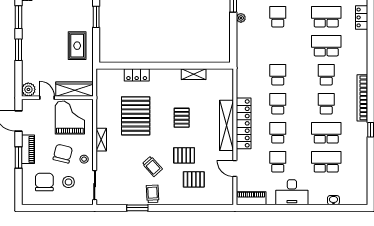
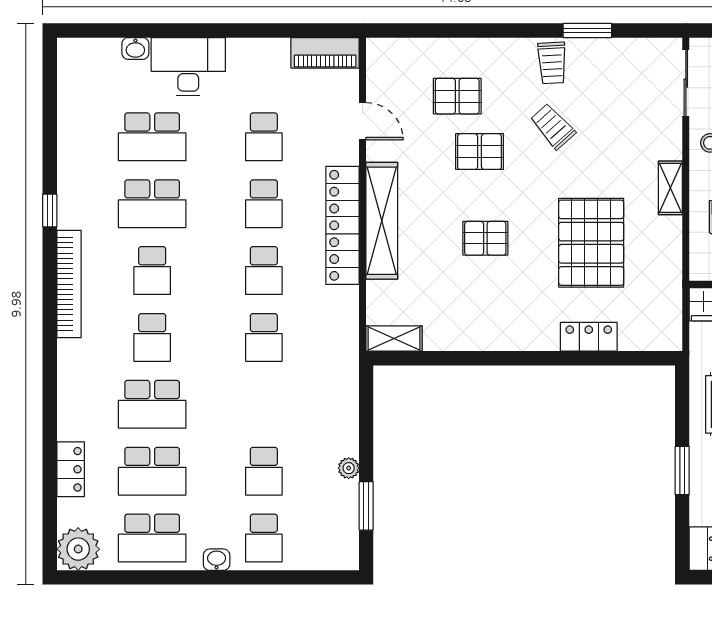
shelving: (194, 74) -> (394, 339), moved
pallet: (182, 118) -> (485, 238), turned 90
desk: (292, 192) -> (188, 67), moved

